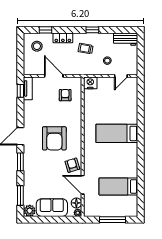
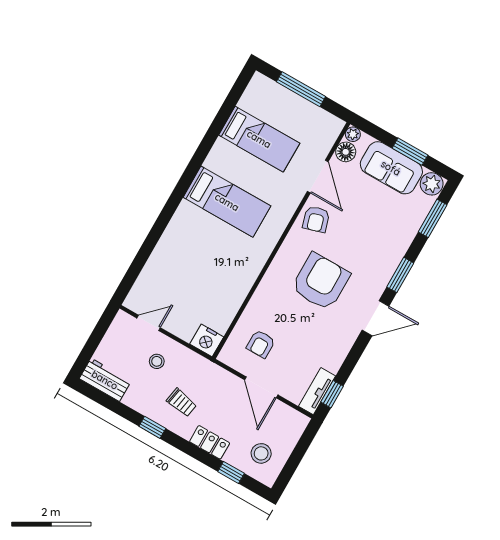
bed: (117, 133) -> (227, 202), moved
window: (48, 220) -> (410, 152), added

